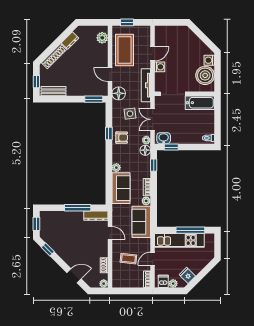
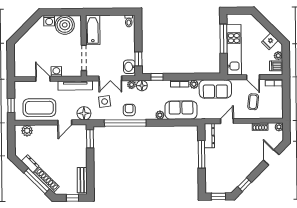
window: (53, 47) -> (37, 181), added
window: (109, 134) -> (125, 123), width x3.17

